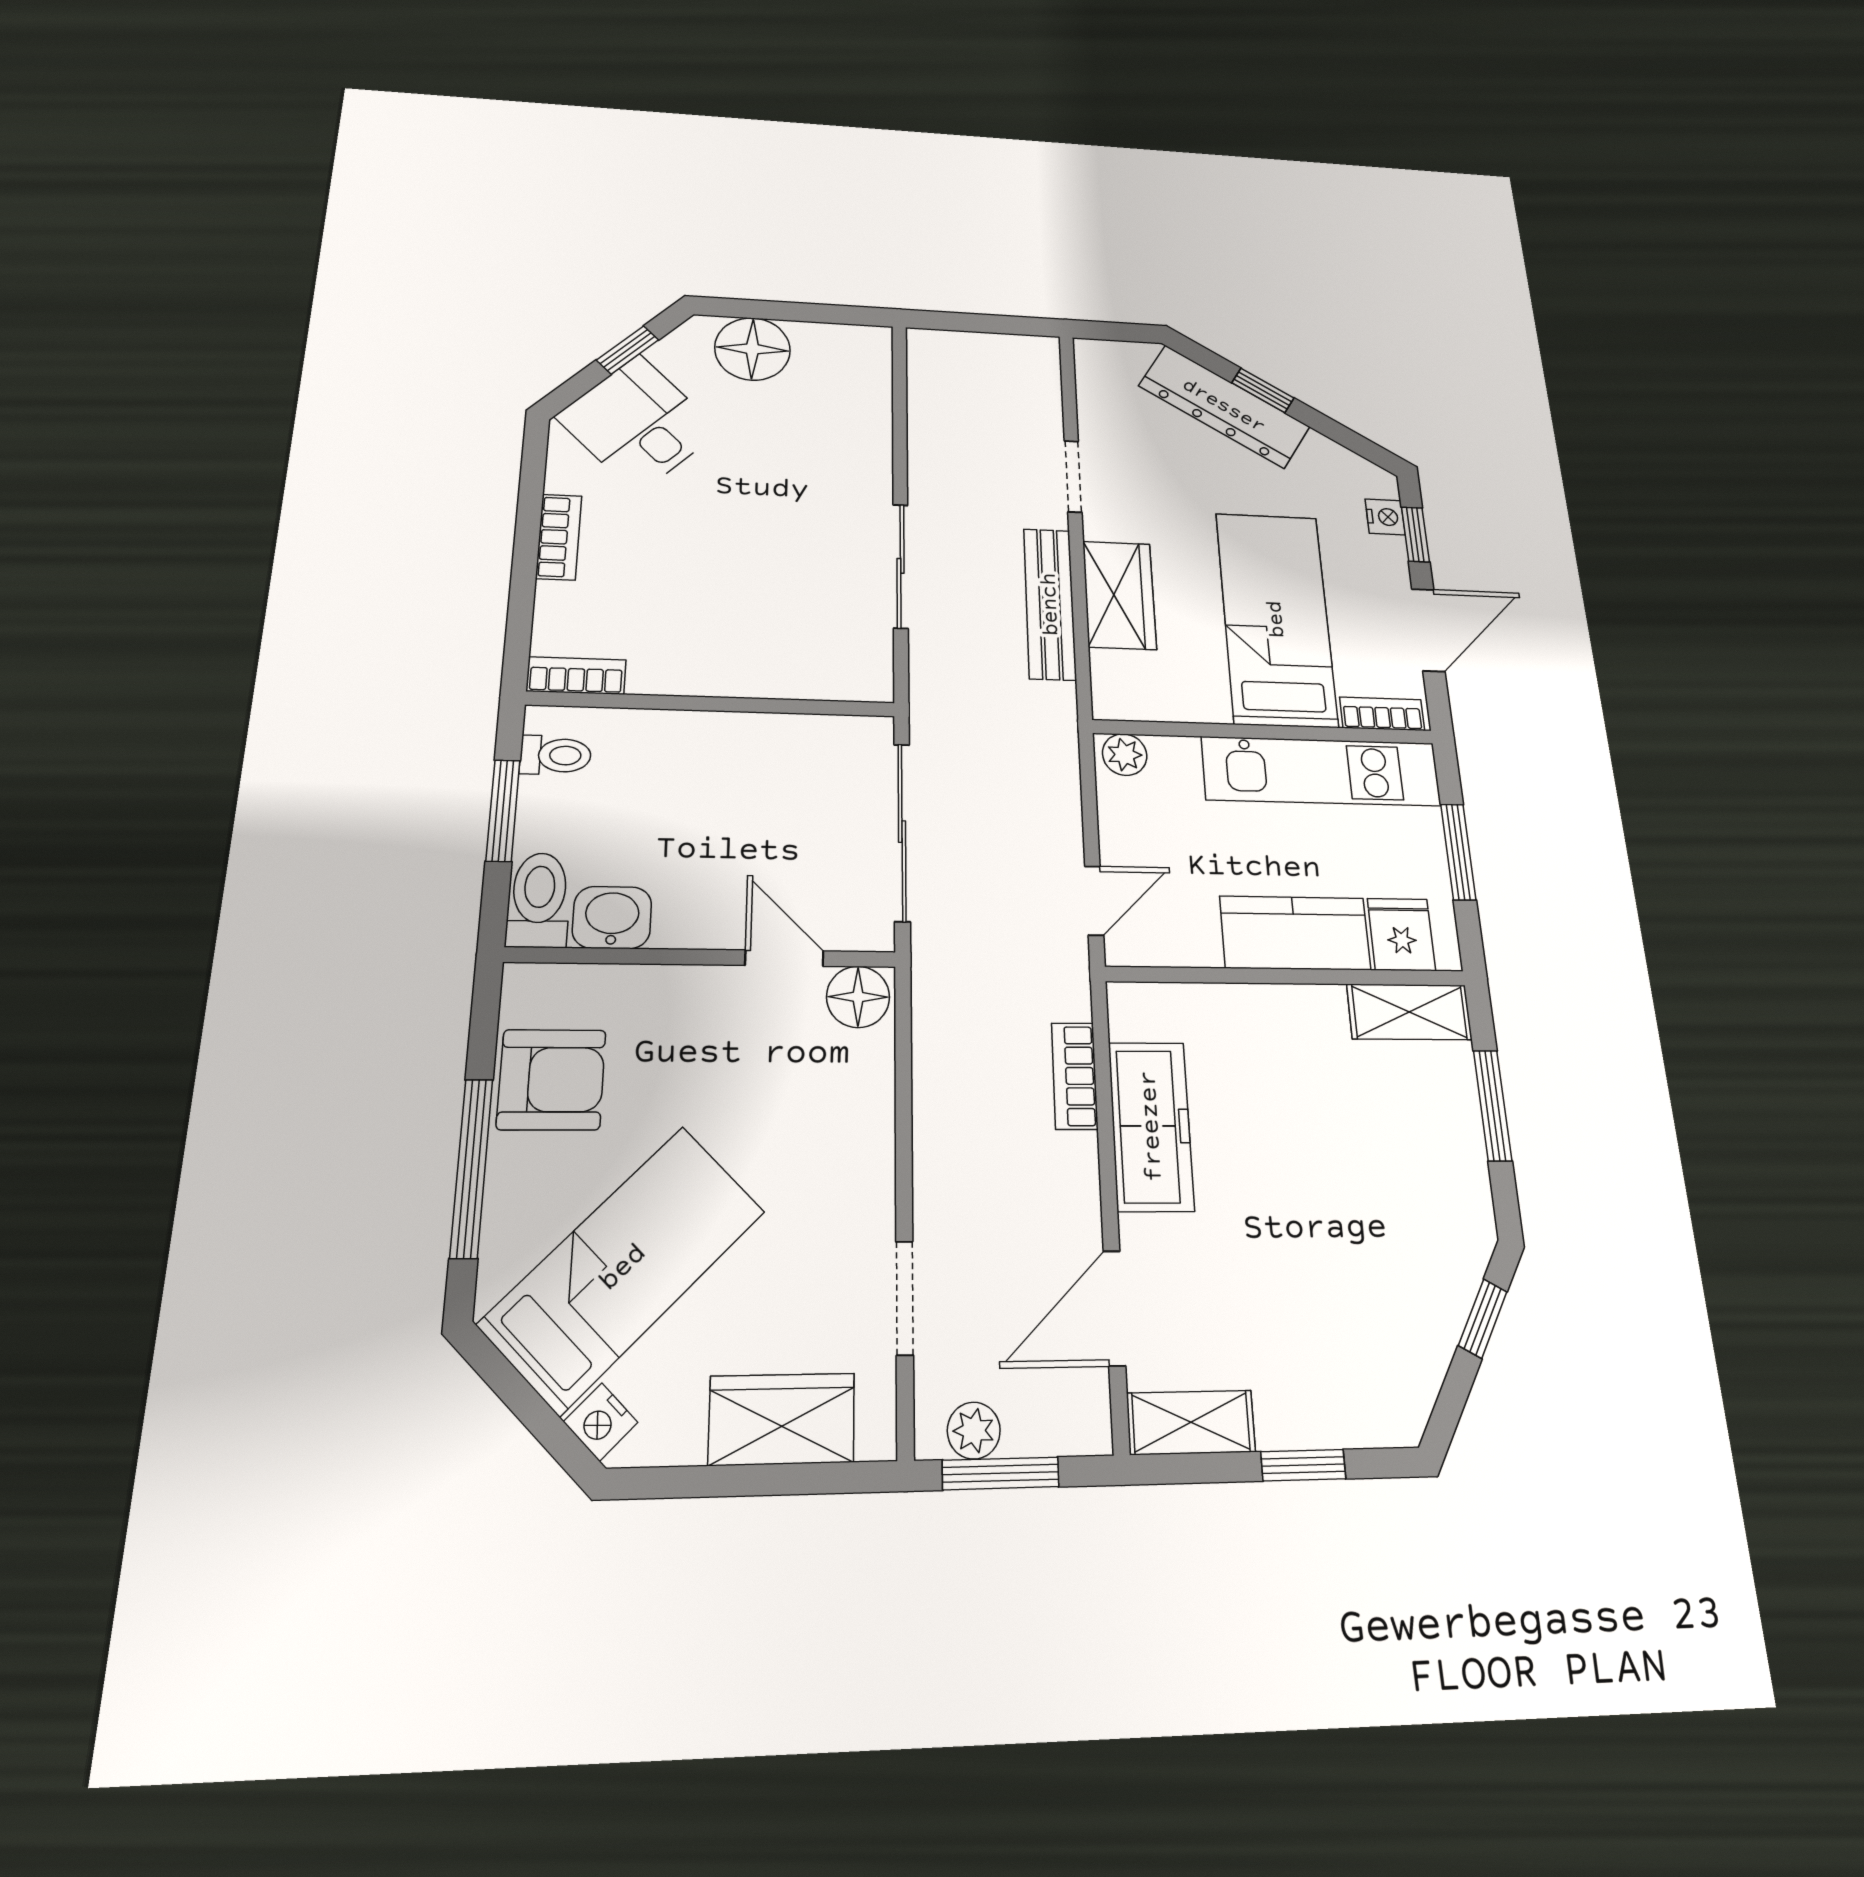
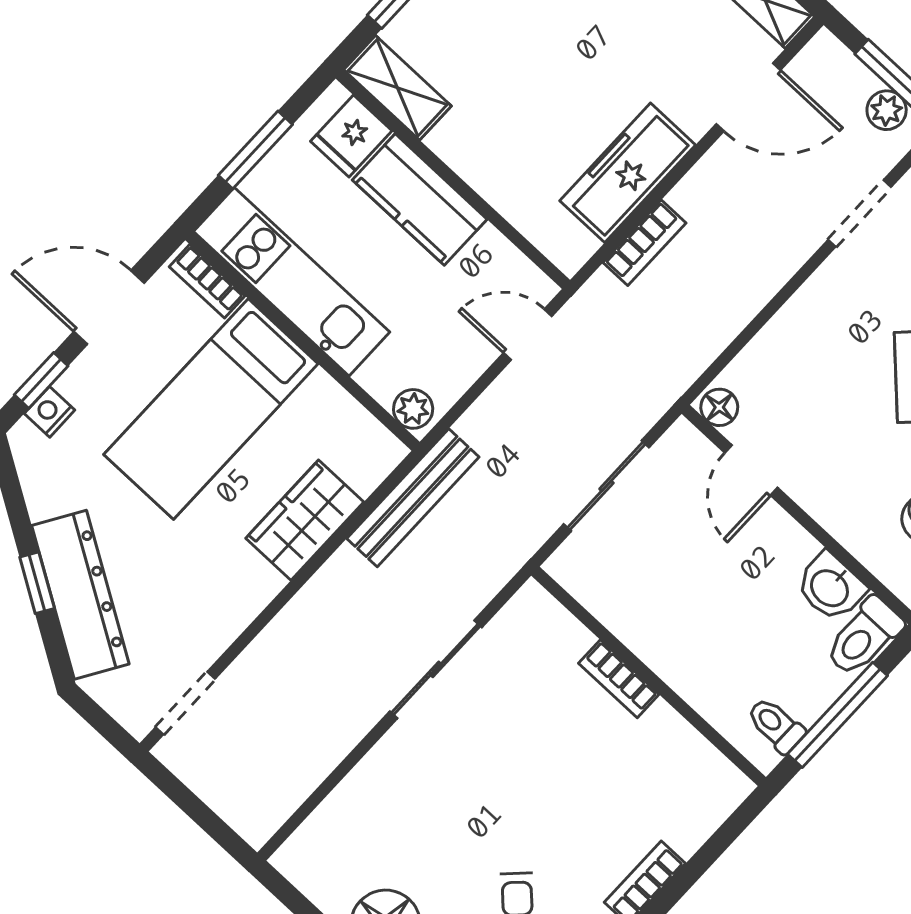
doorway: (1073, 476) -> (185, 703), moved
bench: (1050, 604) -> (413, 498), moved
bookcase: (576, 676) -> (619, 679), moved
window: (503, 810) -> (837, 715), width x1.44
sliding door: (902, 832) -> (606, 486), width x0.73
floor lamp: (858, 997) -> (719, 407), width x0.73, depth x0.73

